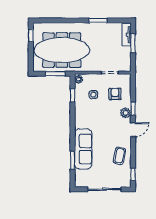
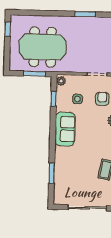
meeting table: (62, 50) -> (43, 47), width x0.73
sofa: (83, 149) -> (65, 129), moved, width x0.73

